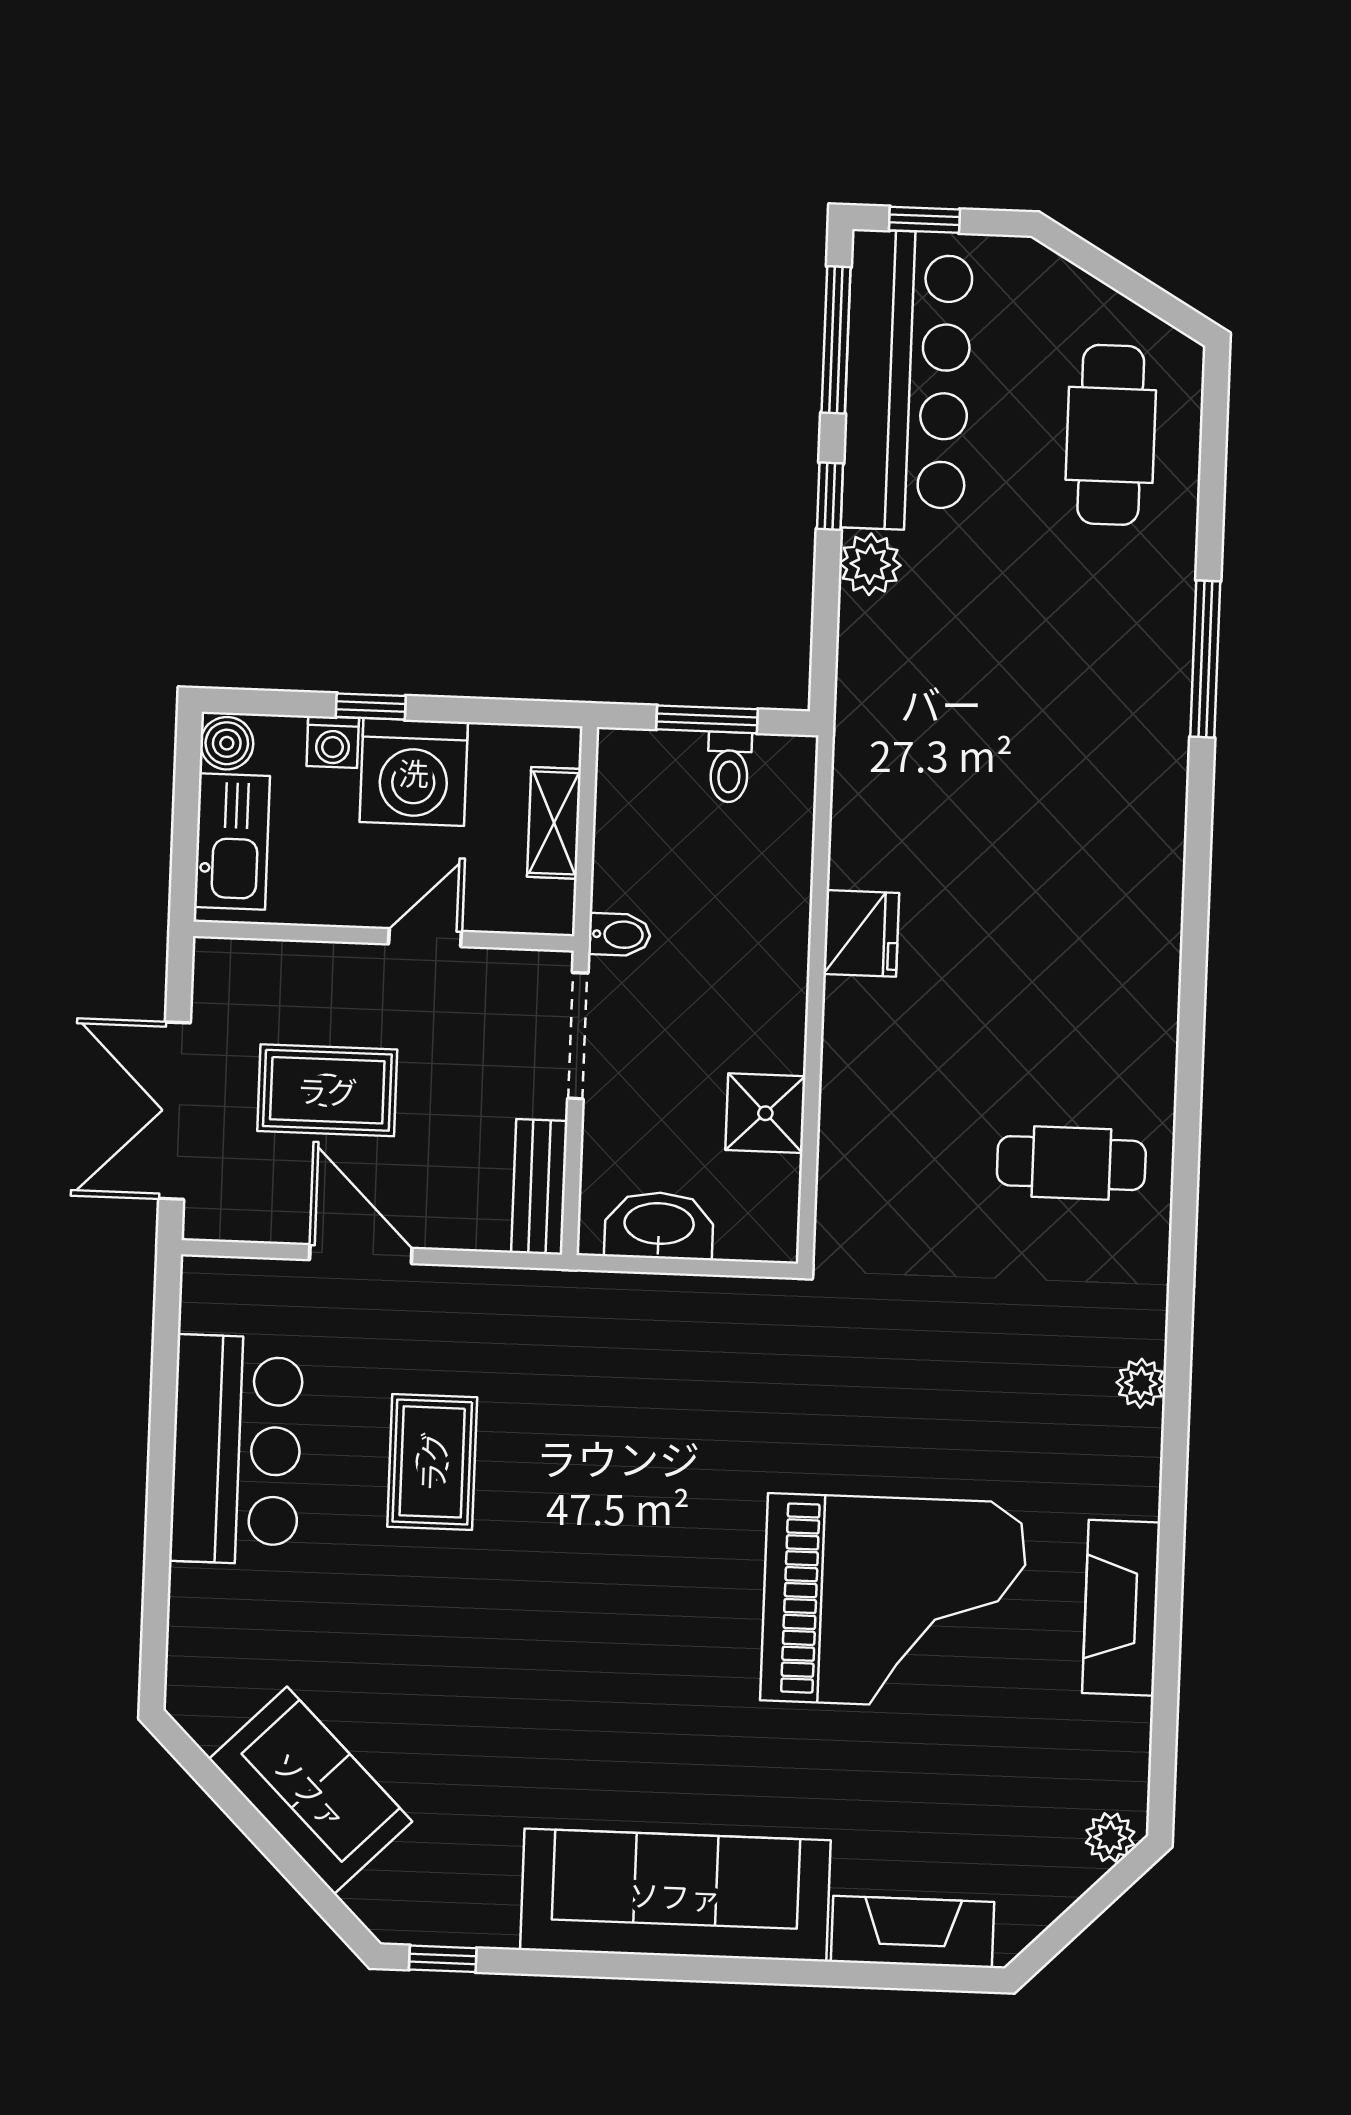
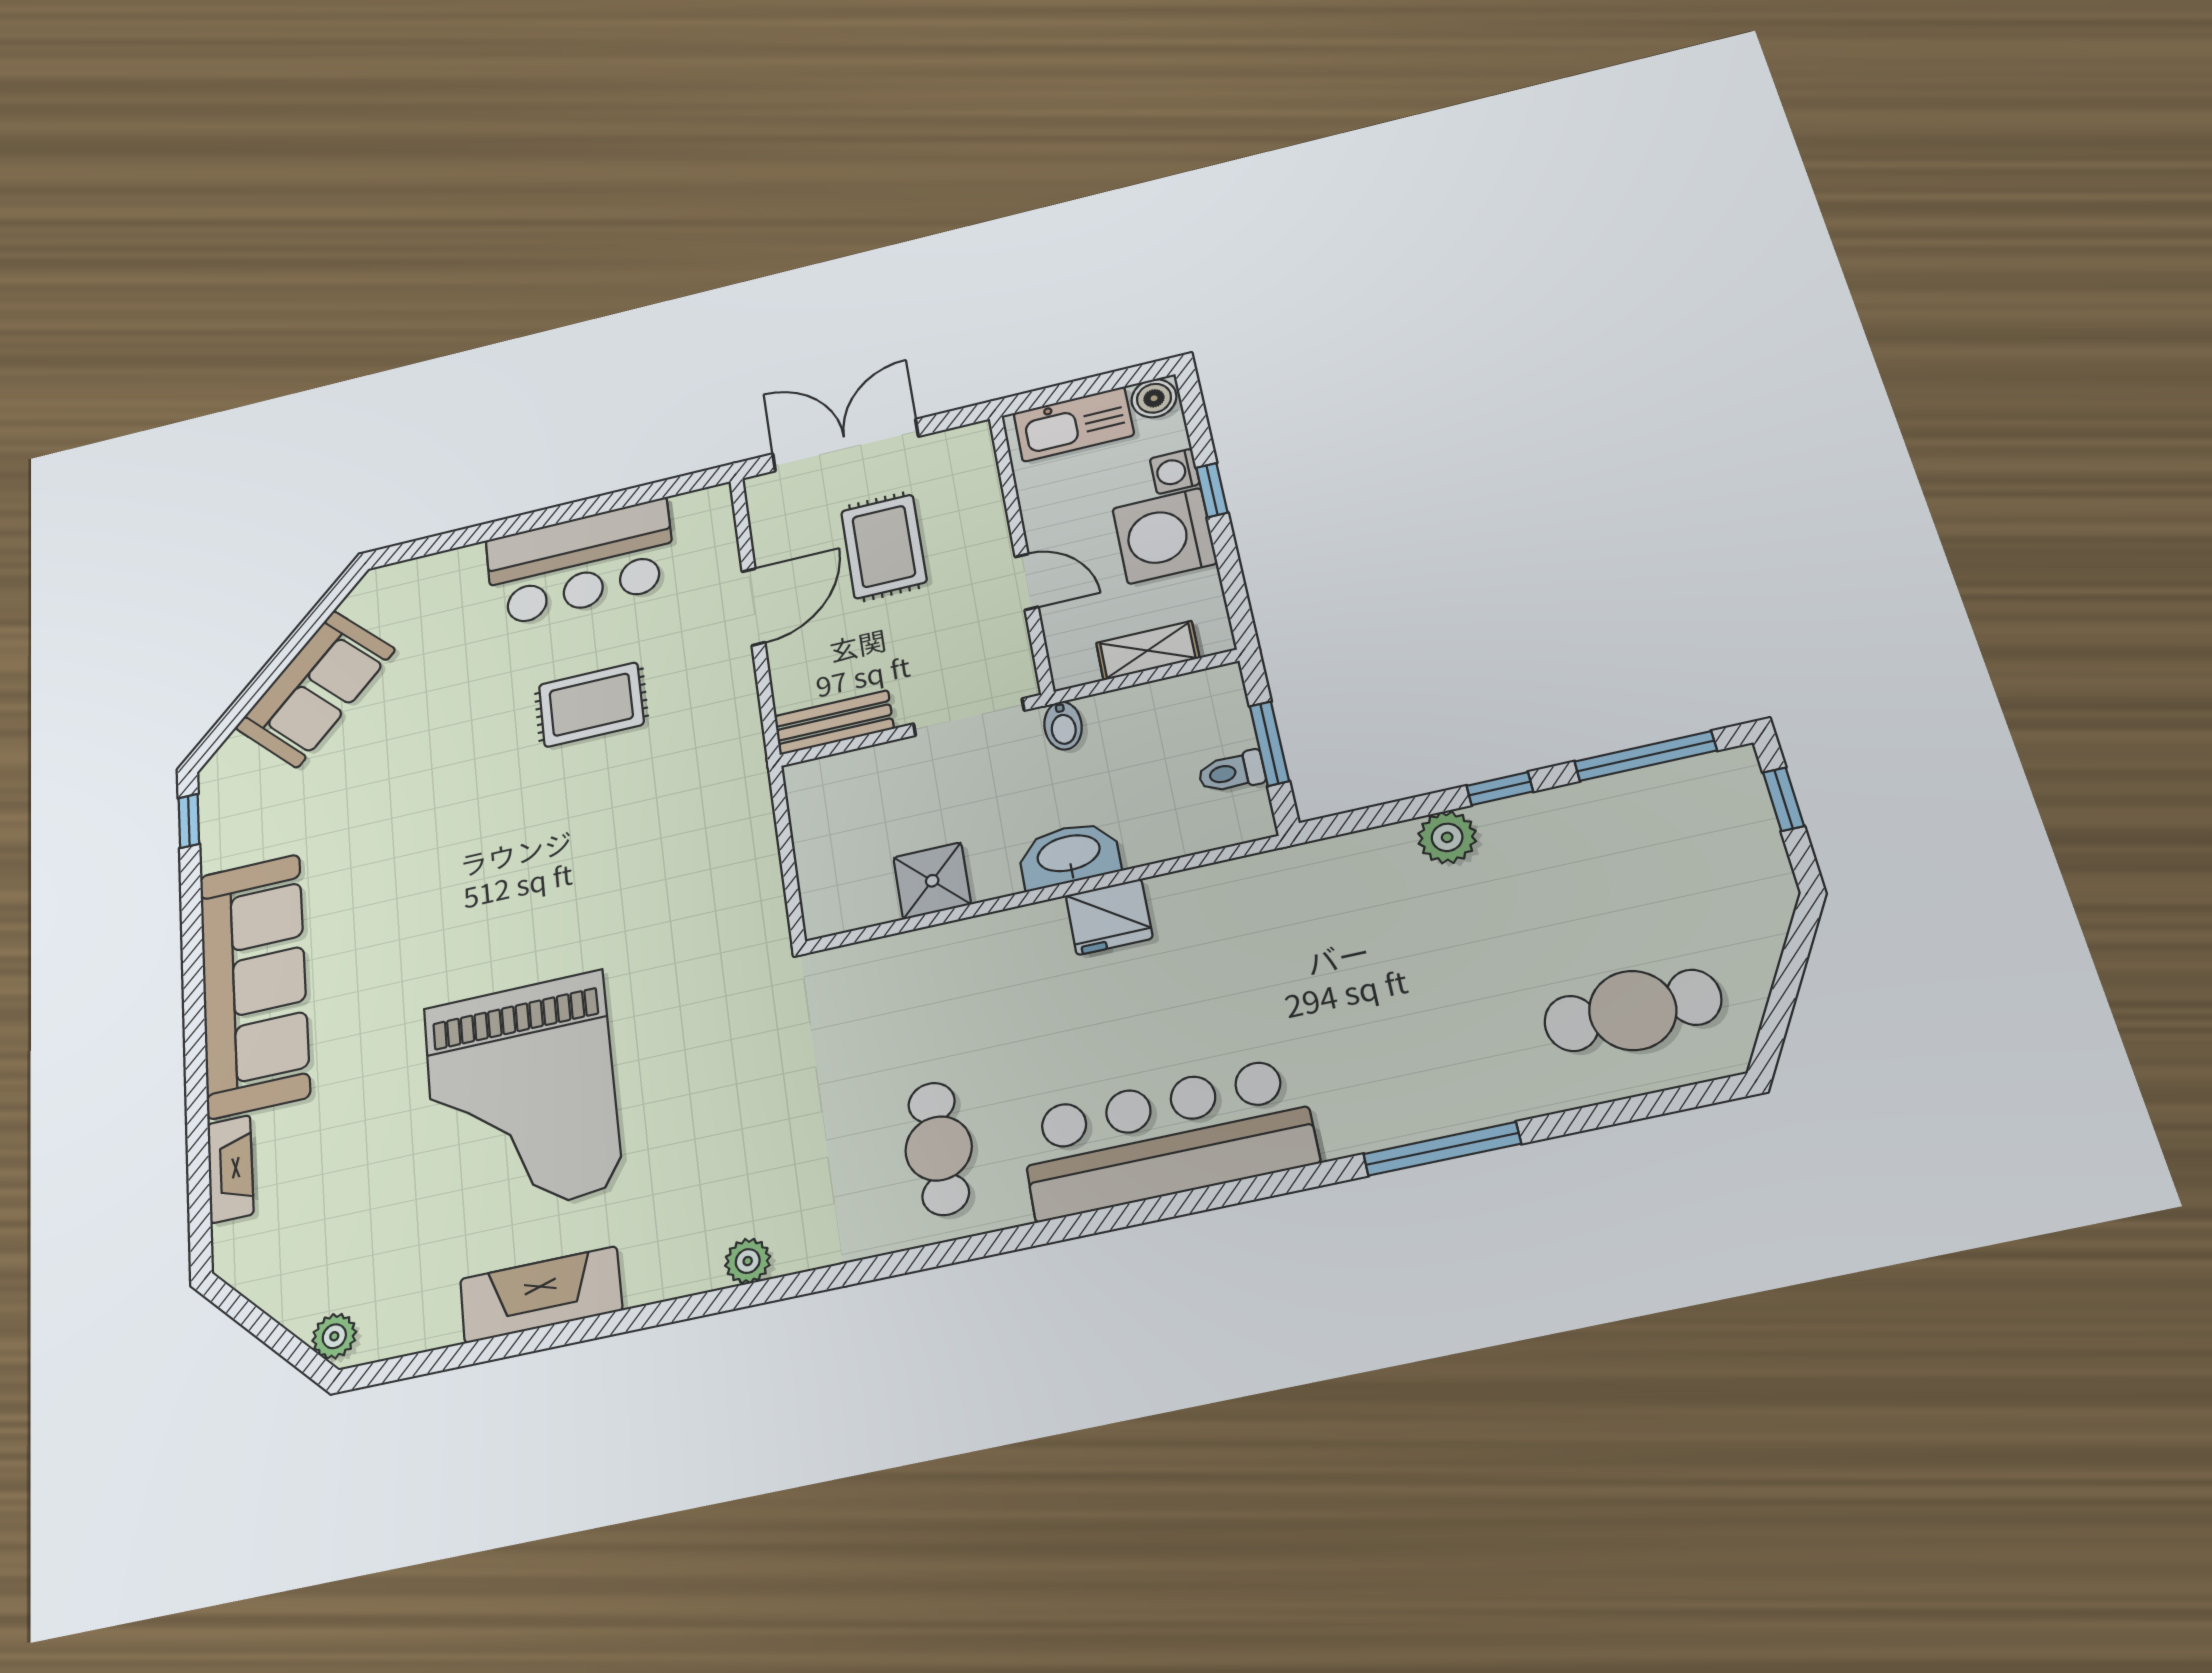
bar counter: (907, 380) -> (1167, 1138), moved, turned 180
washbasin: (659, 1226) -> (1069, 855), moved, turned -90
fireplace: (912, 1932) -> (230, 1169), width x0.73, depth x0.76

